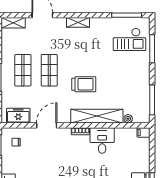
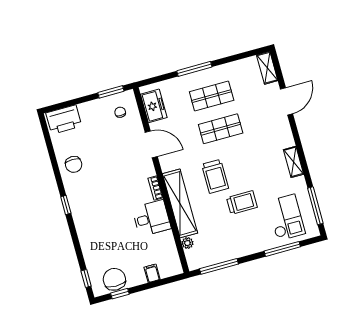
shelving: (78, 22) -> (293, 162), moved
checkout: (129, 39) -> (286, 218), turned 180
trolley: (109, 69) -> (242, 203), added
filing cabinet: (144, 132) -> (152, 273), moved

